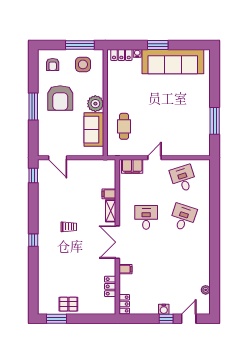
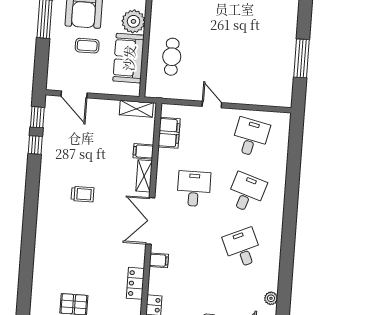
coffee table: (64, 123) -> (87, 46), added
door: (154, 158) -> (212, 105), hinge flipped
shelving: (102, 164) -> (136, 109), added
filing cabinet: (132, 166) -> (169, 133), moved, turned -90
desk: (183, 178) -> (251, 137), turned 30
window: (33, 240) -> (35, 145), moved
desk: (183, 256) -> (242, 248), added

